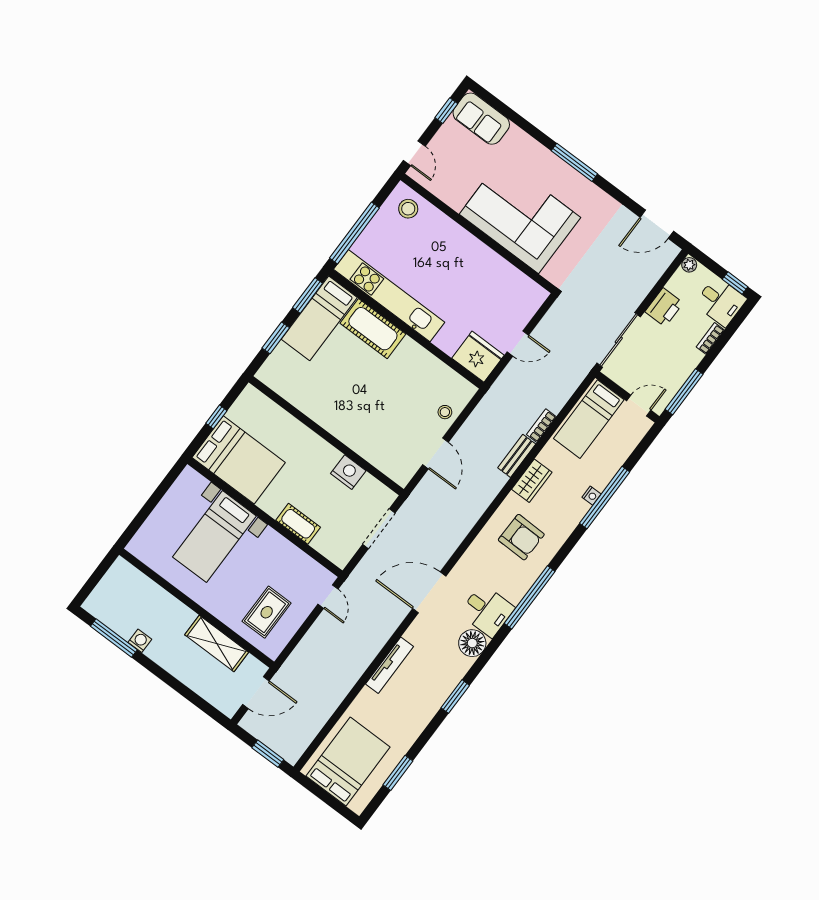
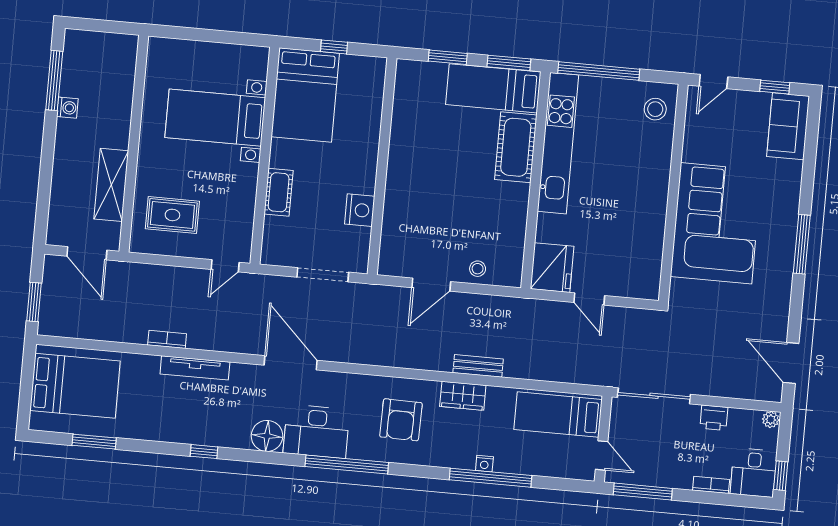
printer: (664, 307) -> (714, 418), width x0.73, depth x0.81
bookcase: (541, 426) -> (167, 339), moved
desk: (487, 611) -> (316, 431), width x1.37
window: (455, 697) -> (204, 452), width x0.67

